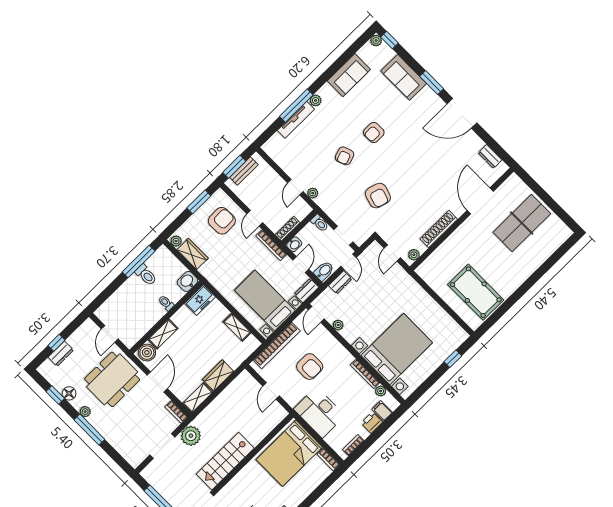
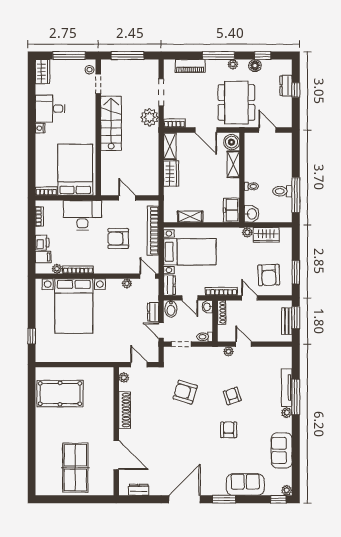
plant: (176, 241) -> (247, 232), moved
piano: (119, 444) -> (190, 66), added

